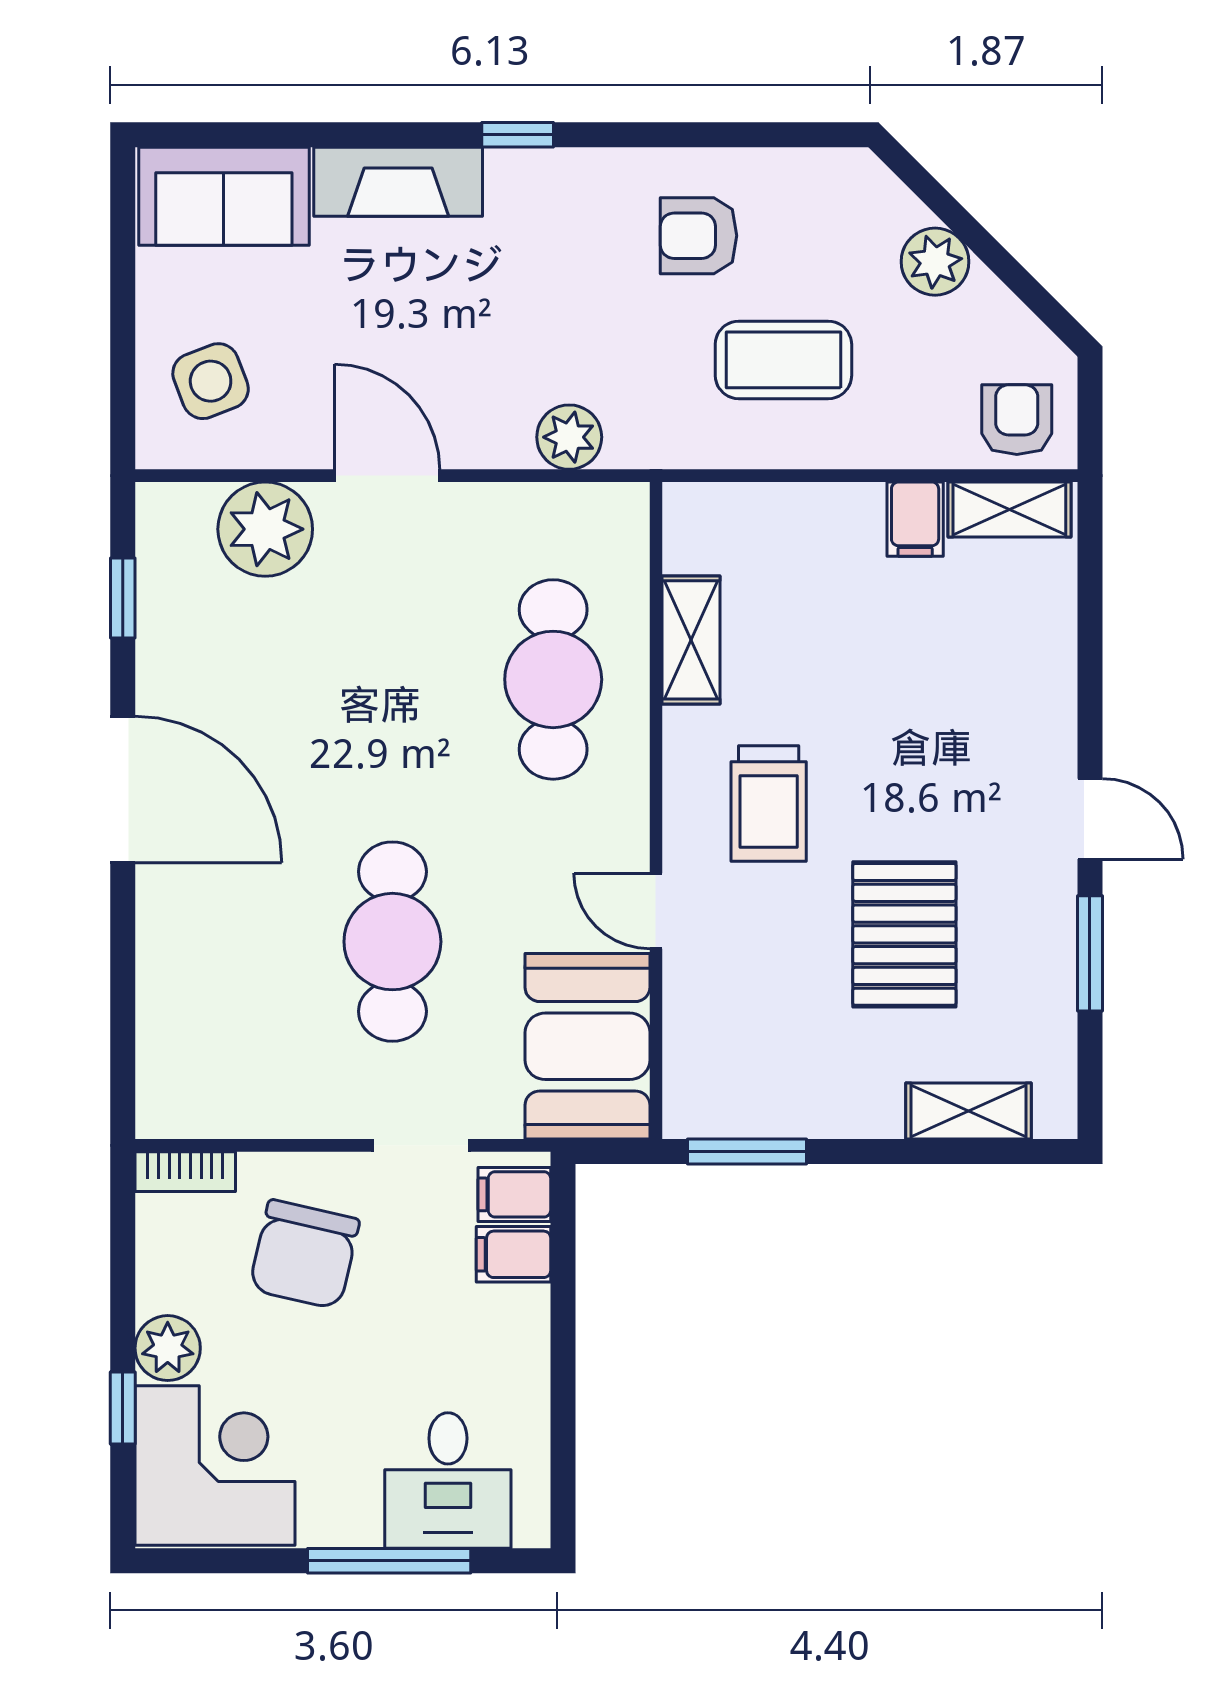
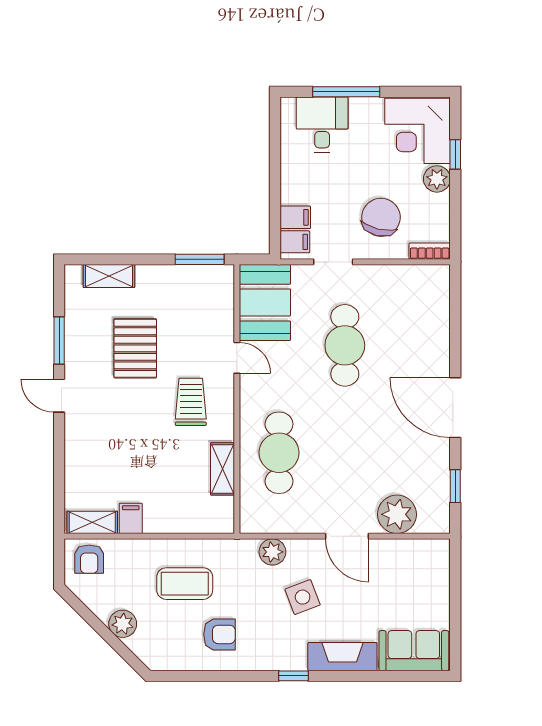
side table: (211, 381) -> (303, 597), moved

